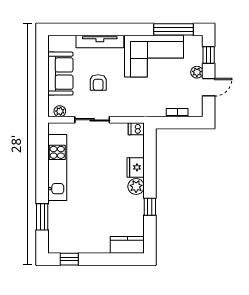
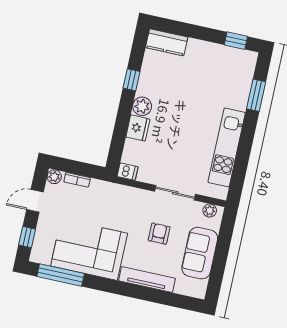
plant: (197, 72) -> (54, 177), moved

